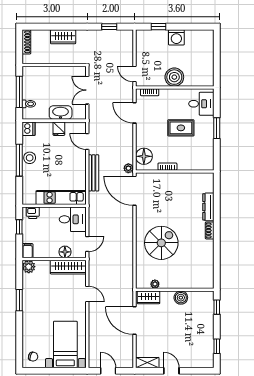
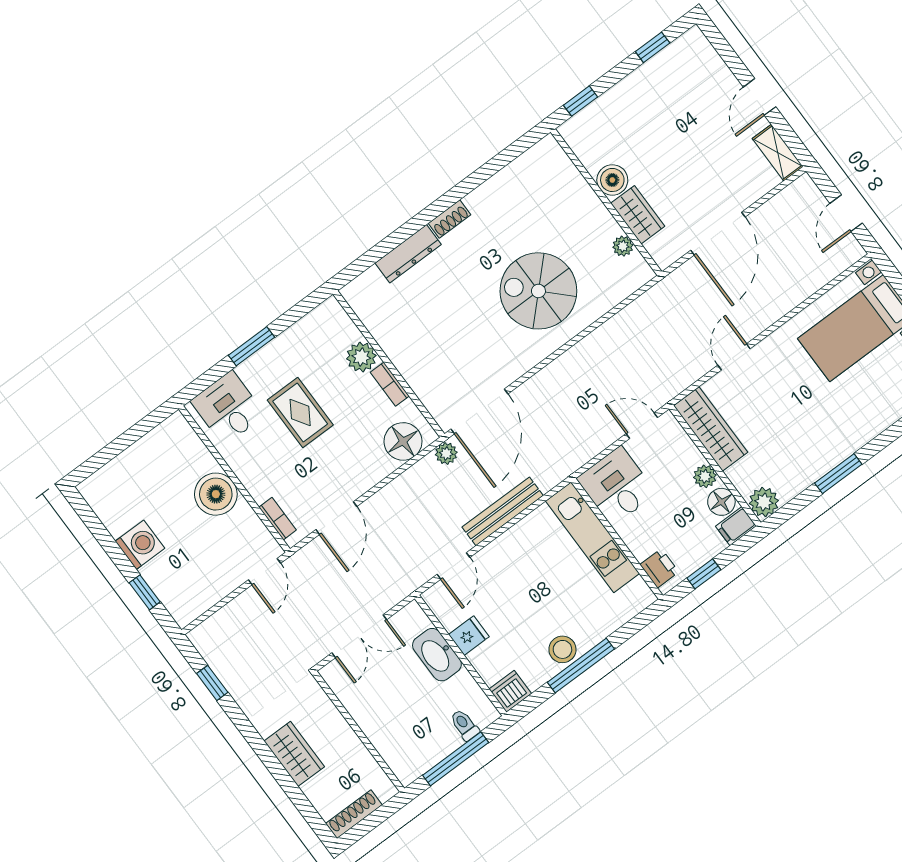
plant: (184, 164) -> (361, 357), added
floor lamp: (65, 252) -> (721, 502), moved
plant: (53, 253) -> (705, 476), added
wardrobe: (148, 297) -> (638, 215), moved

